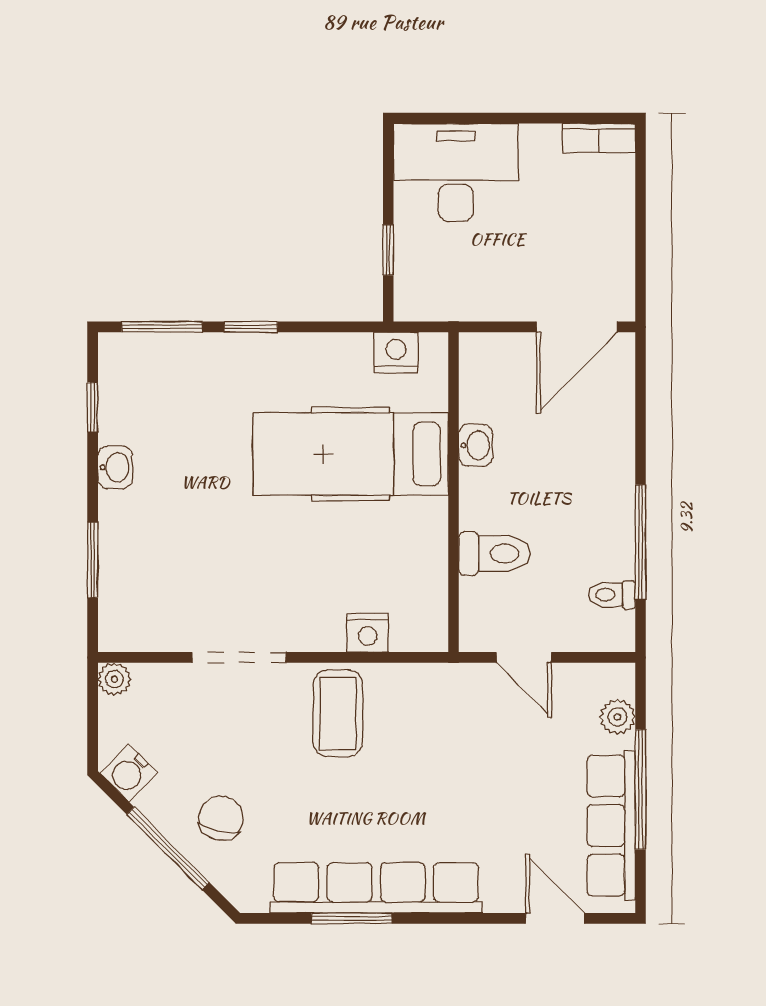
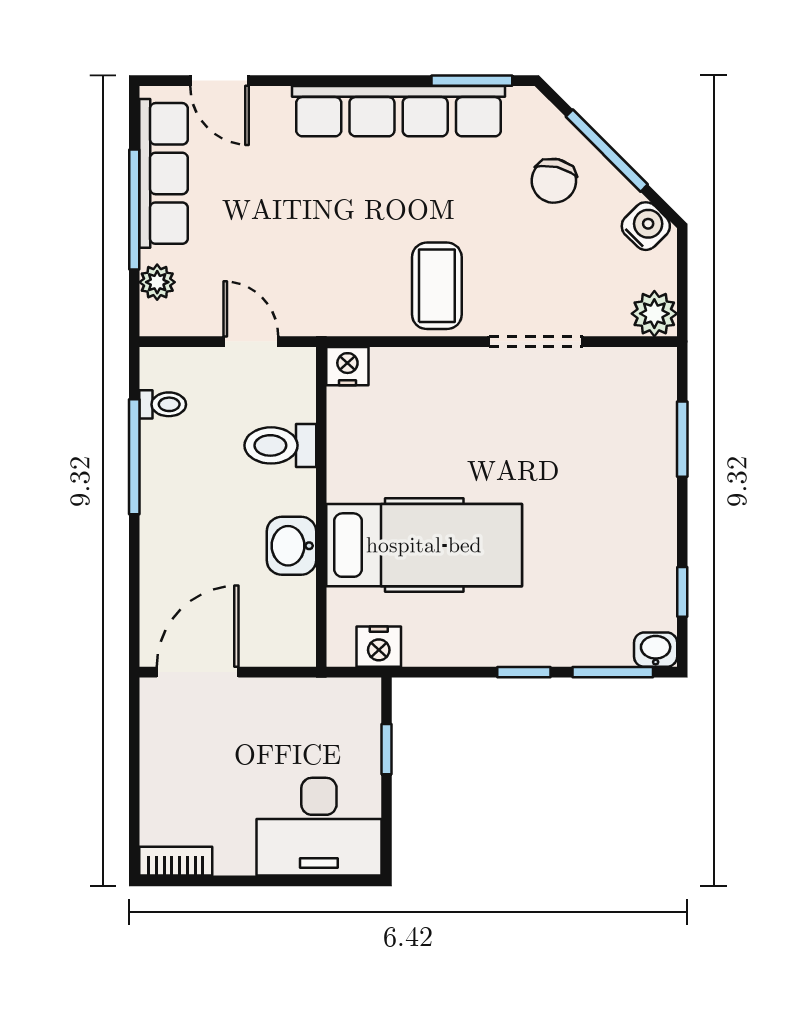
washbasin: (476, 445) -> (291, 546), width x1.38, depth x1.45
washbasin: (115, 467) -> (656, 650), moved, turned 90
nightstand: (368, 633) -> (347, 366), moved
plant: (114, 679) -> (654, 314), width x1.38, depth x1.38
window: (352, 918) -> (472, 81), moved

